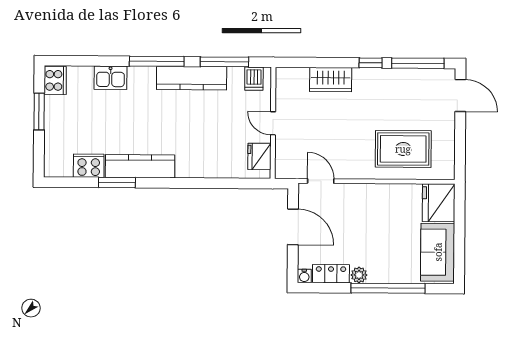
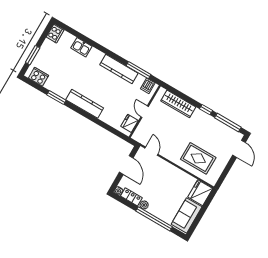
window: (157, 61) -> (107, 52), removed
wardrobe: (331, 80) -> (178, 104), width x1.50
window: (39, 112) -> (33, 55), moved
cooker: (89, 166) -> (39, 77), moved
kitchen counter: (140, 166) -> (85, 104), moved

